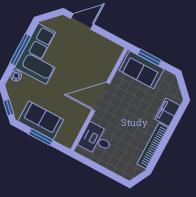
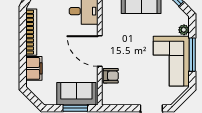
armchair: (103, 70) -> (111, 76), added
door: (101, 97) -> (100, 51), swing flipped

